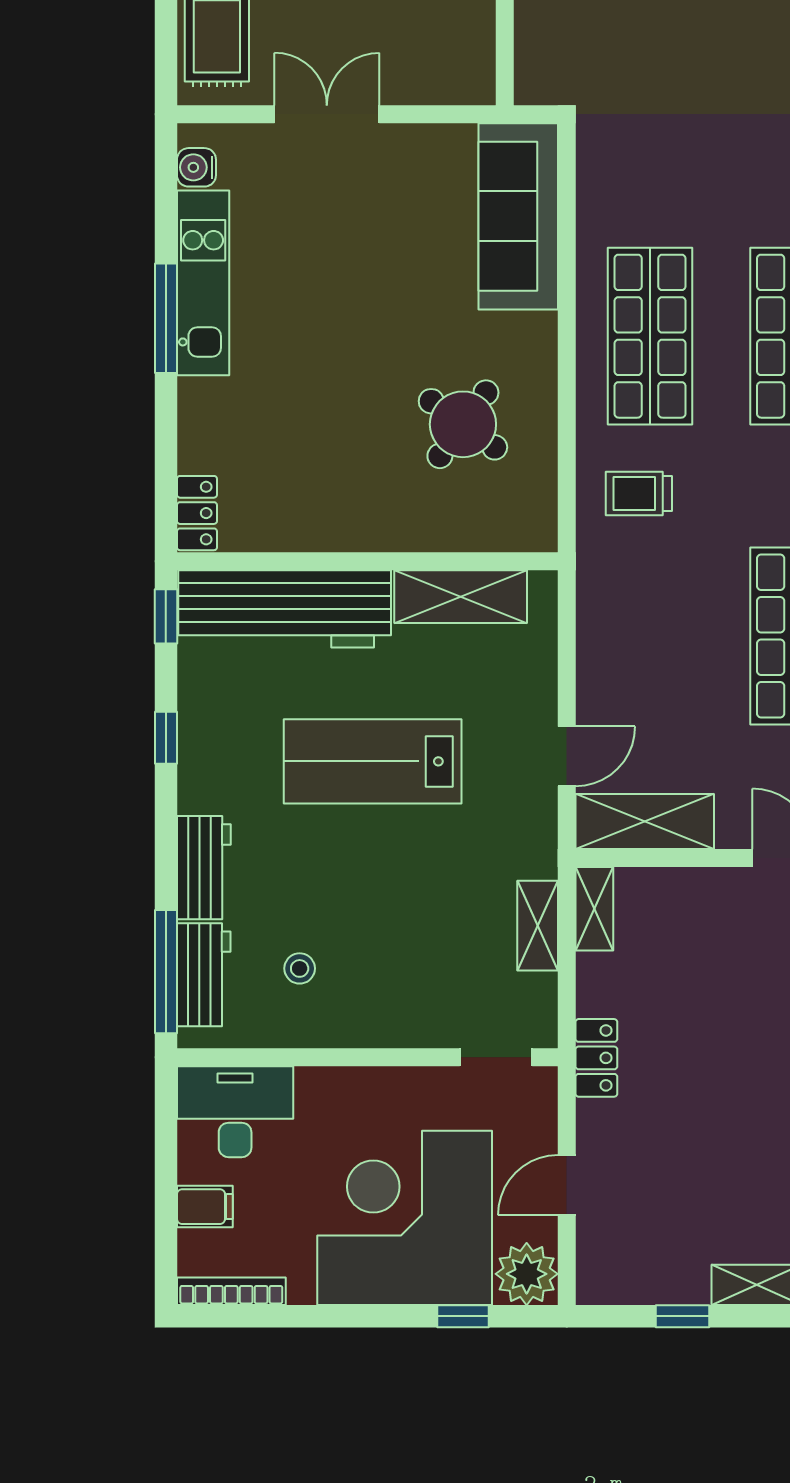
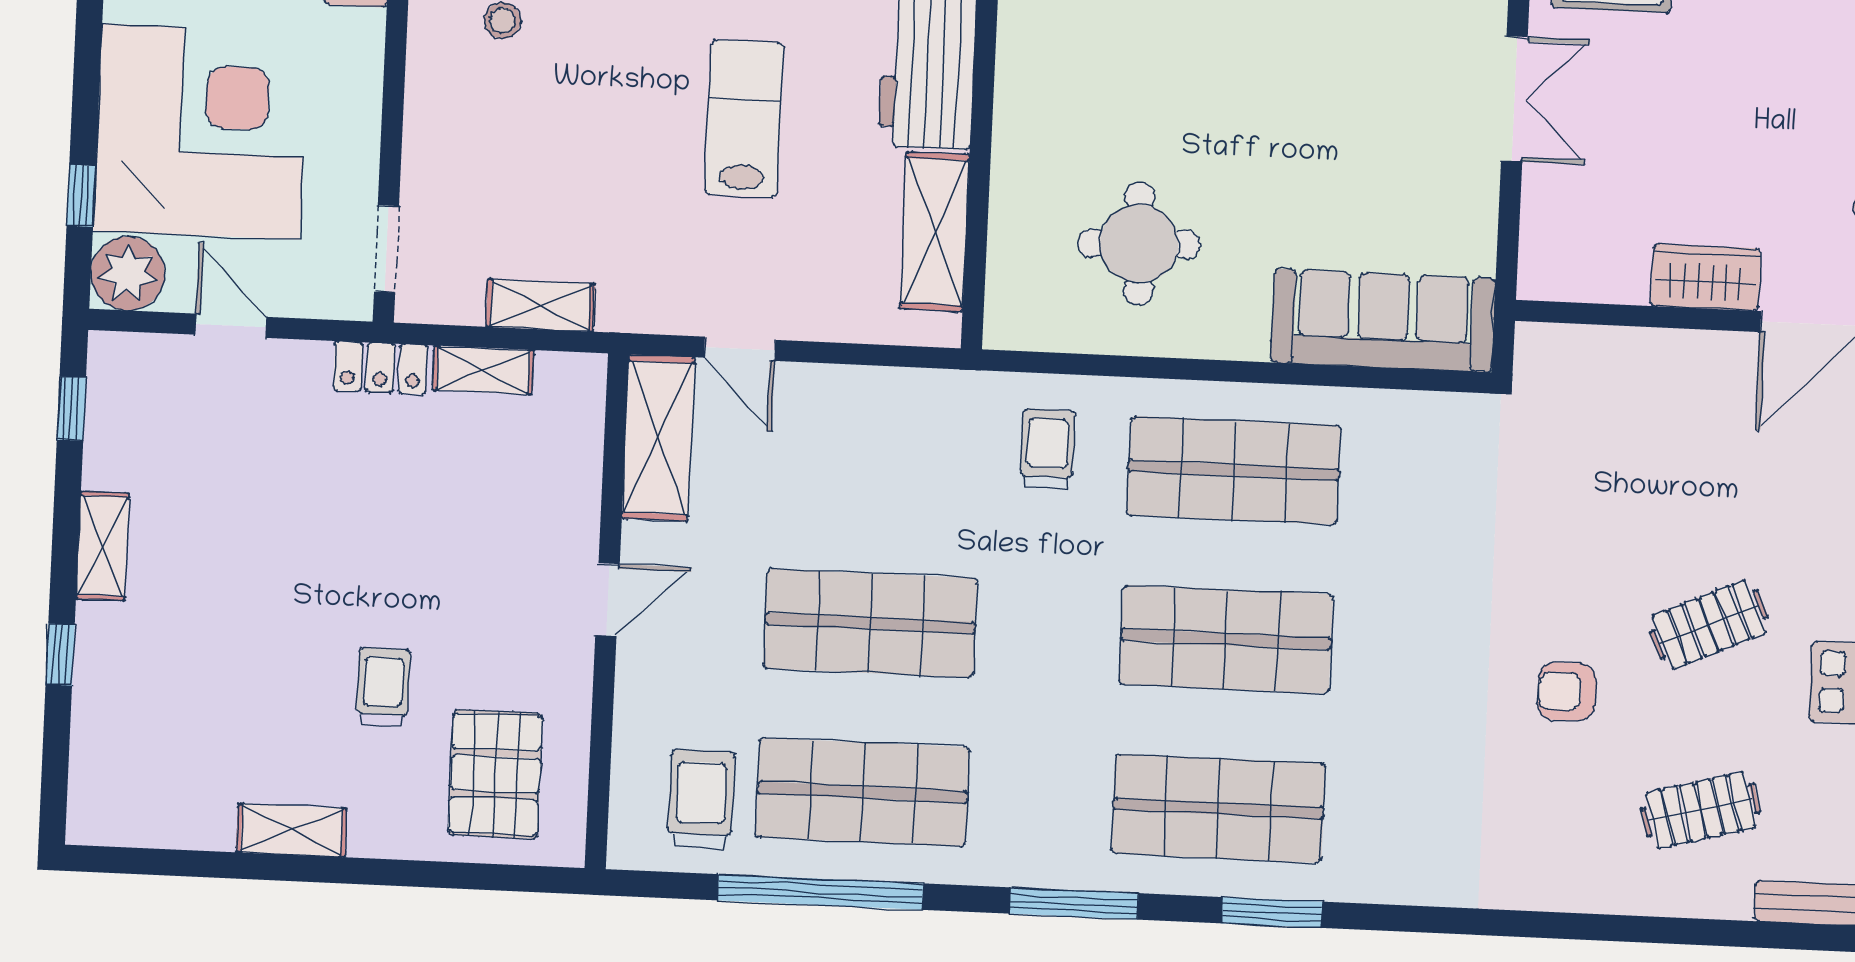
round table: (463, 424) -> (1139, 244), turned -38
lab bench: (373, 761) -> (744, 118), width x0.73, depth x0.72
shelving: (594, 909) -> (483, 370), moved
window: (682, 1316) -> (71, 409), moved

